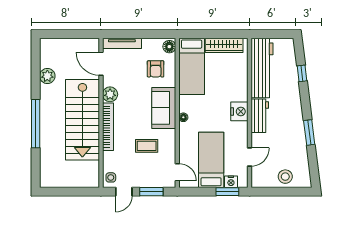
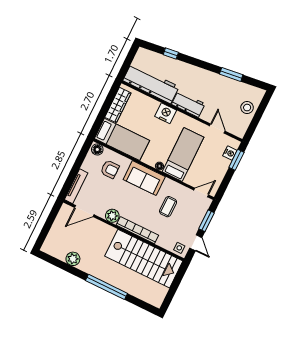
nightstand: (239, 111) -> (166, 113), moved
stairs: (82, 120) -> (144, 259), moved
window: (309, 132) -> (231, 74), moved
bed: (211, 160) -> (183, 154), moved, turned 90

